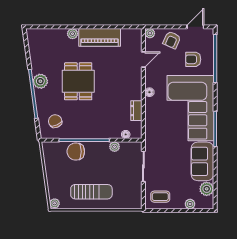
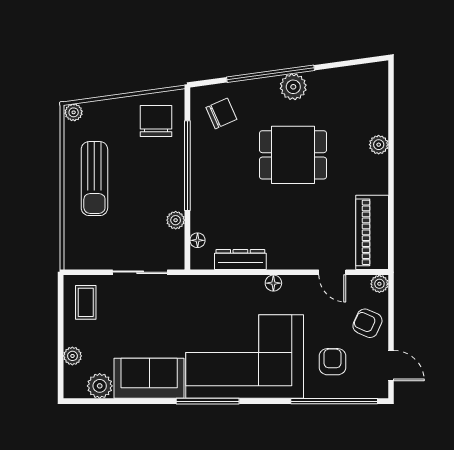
piano: (100, 37) -> (372, 232), moved
dresser: (136, 111) -> (240, 259), width x1.44
chair: (76, 152) -> (156, 121), moved

